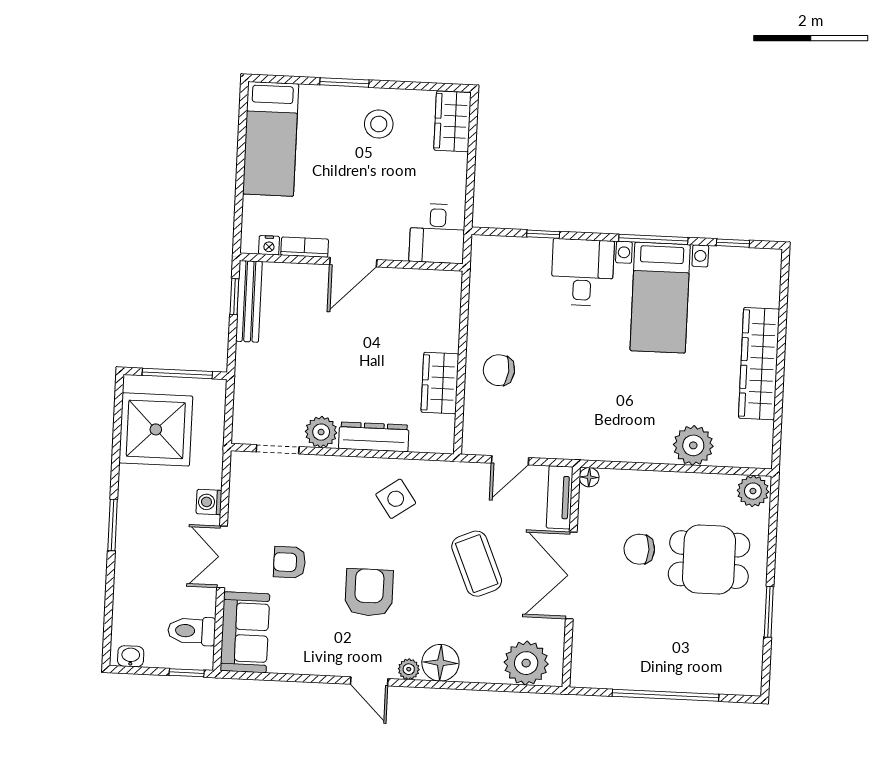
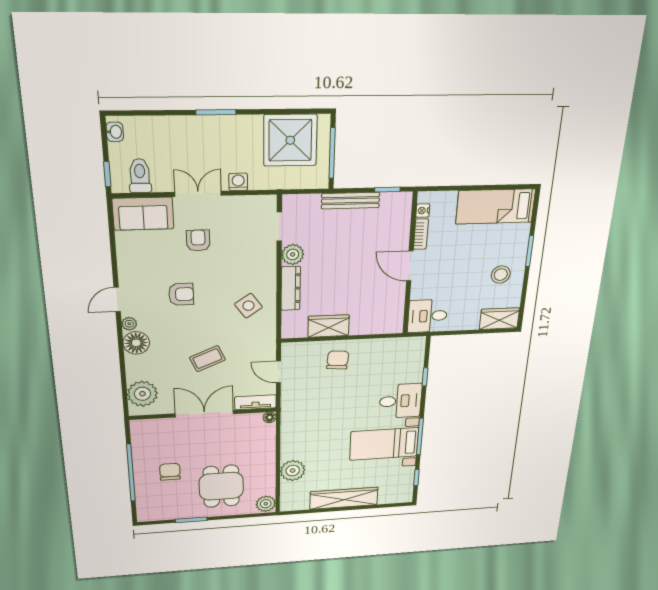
bench: (249, 301) -> (351, 201), moved
chair: (639, 549) -> (170, 472), moved
coffee table: (477, 564) -> (207, 359), width x0.73, depth x0.77
armchair: (369, 592) -> (181, 294), width x0.72, depth x0.72

